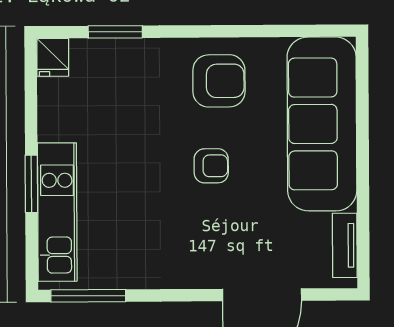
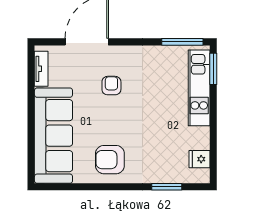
fridge: (53, 57) -> (200, 159), moved, turned -90
armchair: (211, 166) -> (111, 86), moved, turned 90
window: (31, 184) -> (213, 69), moved

